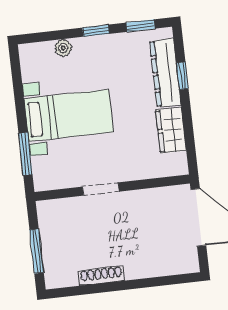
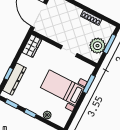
wardrobe: (171, 130) -> (32, 46), moved
plant: (56, 233) -> (97, 46), added

